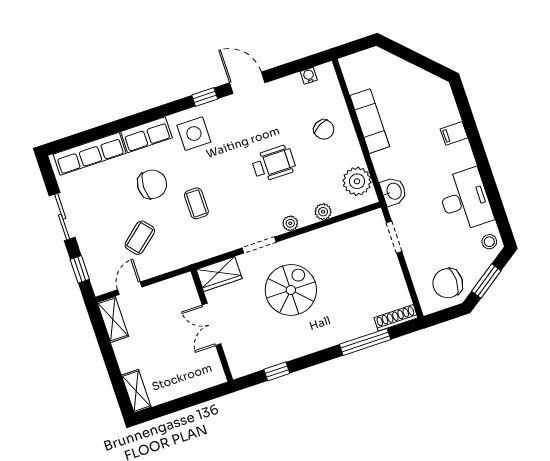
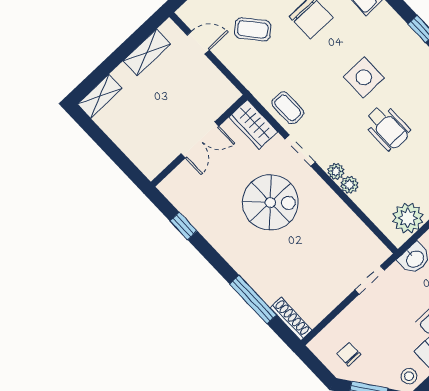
side table: (194, 134) -> (364, 77), moved
coffee table: (196, 203) -> (288, 108), moved, turned 90
plant: (323, 212) -> (349, 185), moved
chair: (448, 283) -> (349, 354), width x0.54, depth x0.54
shelving: (113, 319) -> (147, 52), moved
double door: (211, 324) -> (200, 140), swing flipped

